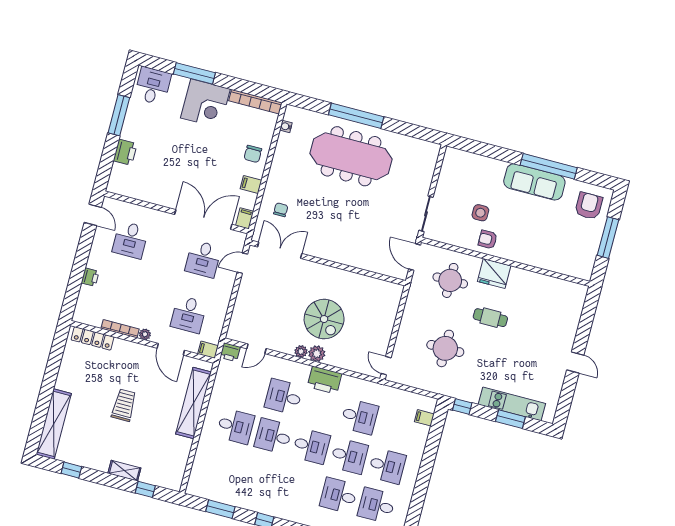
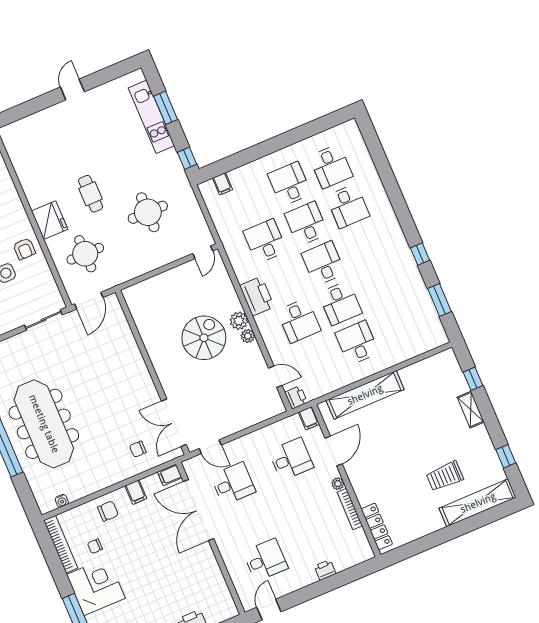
chair: (235, 125) -> (95, 546), added
trolley: (124, 405) -> (445, 476), moved

